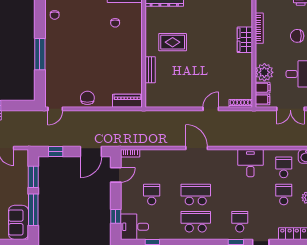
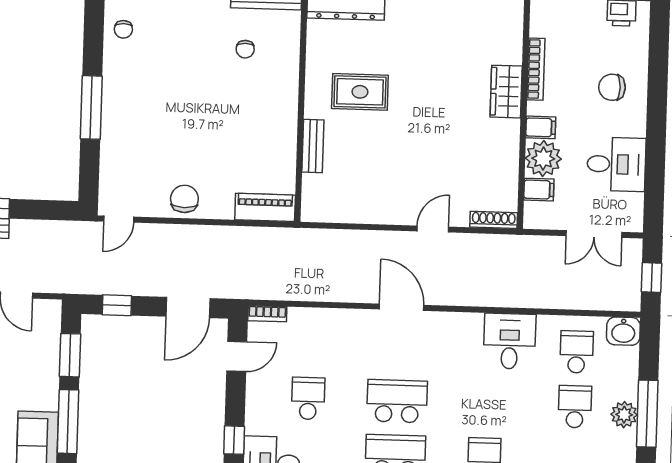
filing cabinet: (263, 100) -> (541, 127), moved

